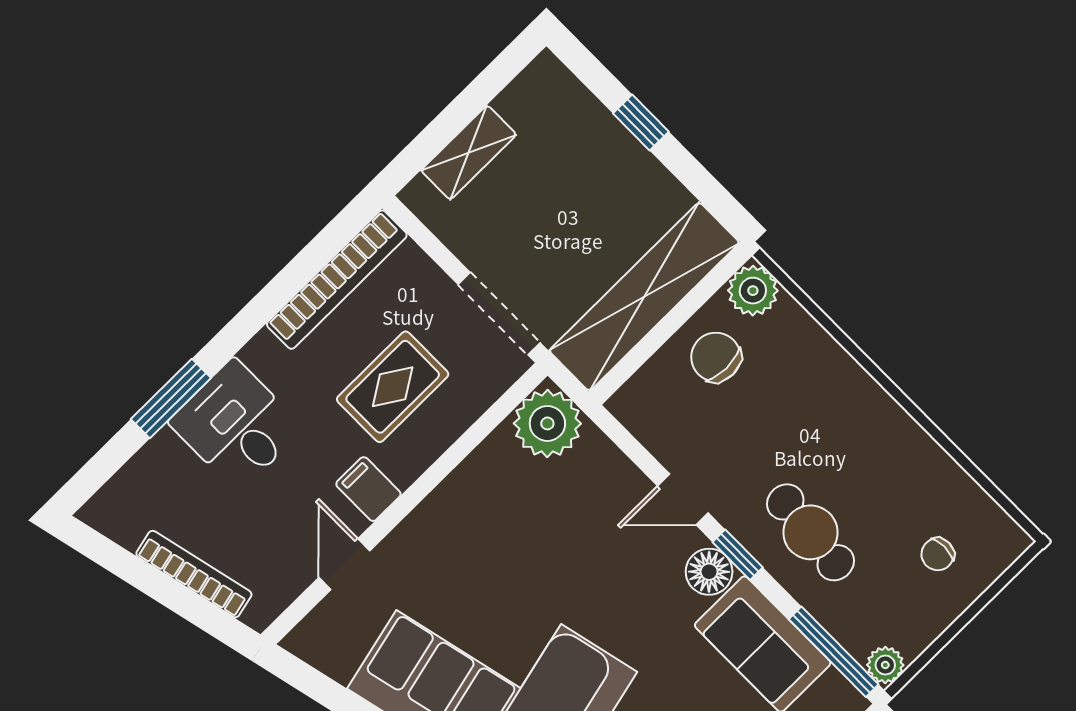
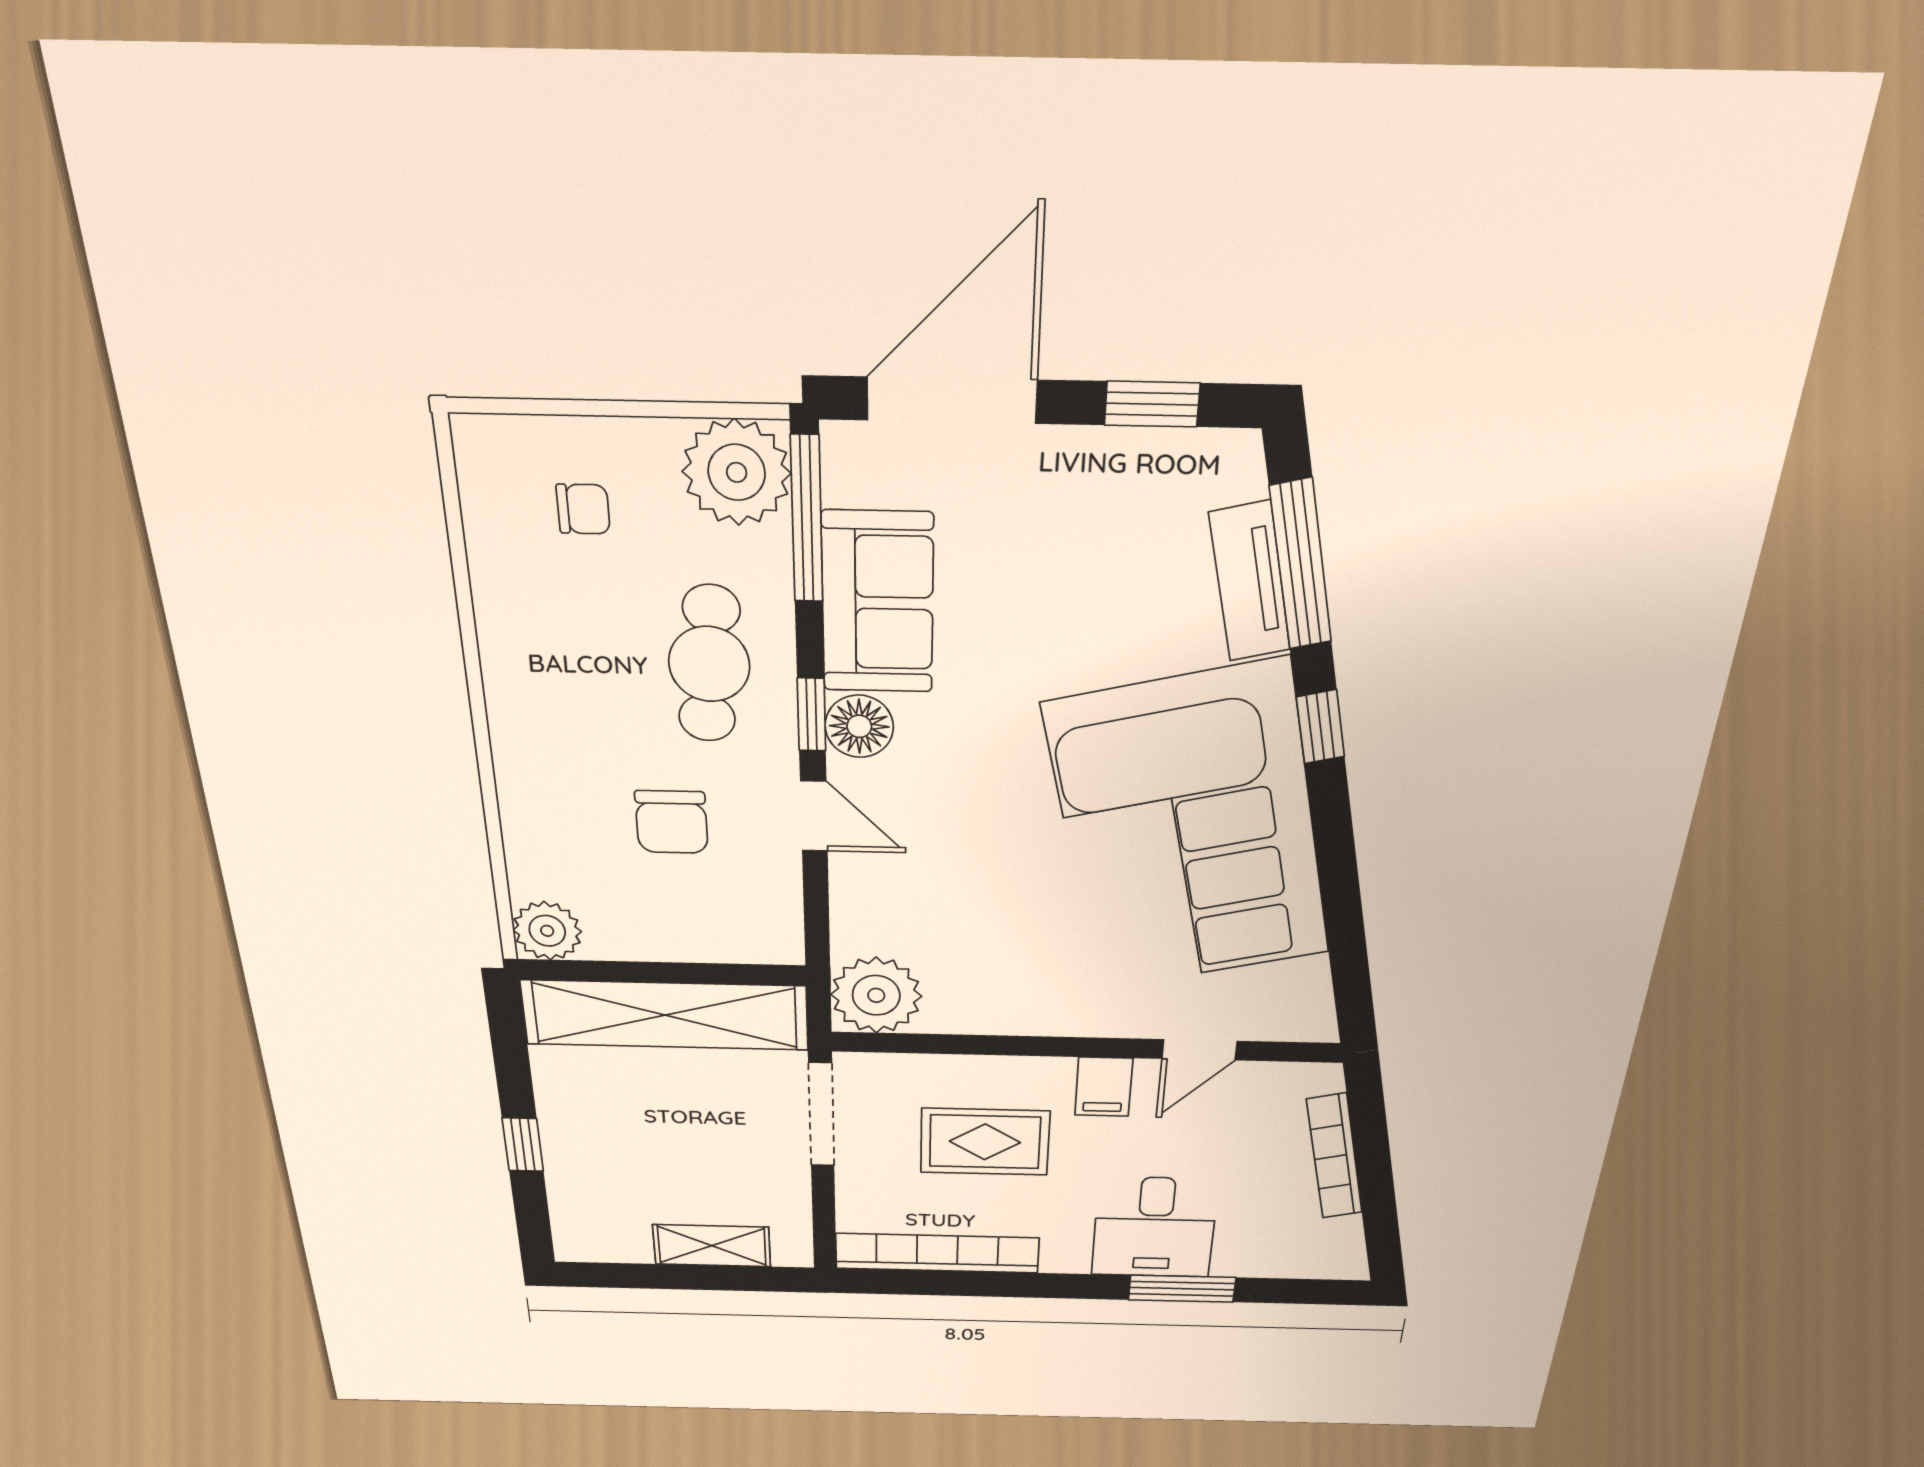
chair: (716, 357) -> (672, 822), moved
plant: (885, 665) -> (737, 472), width x1.88, depth x1.88

